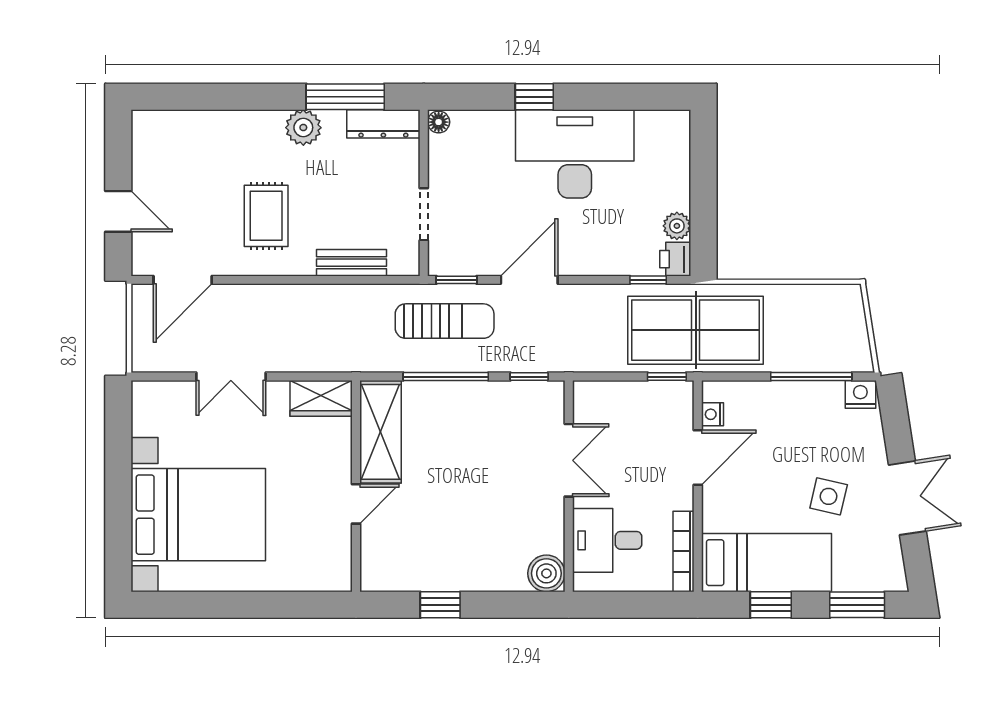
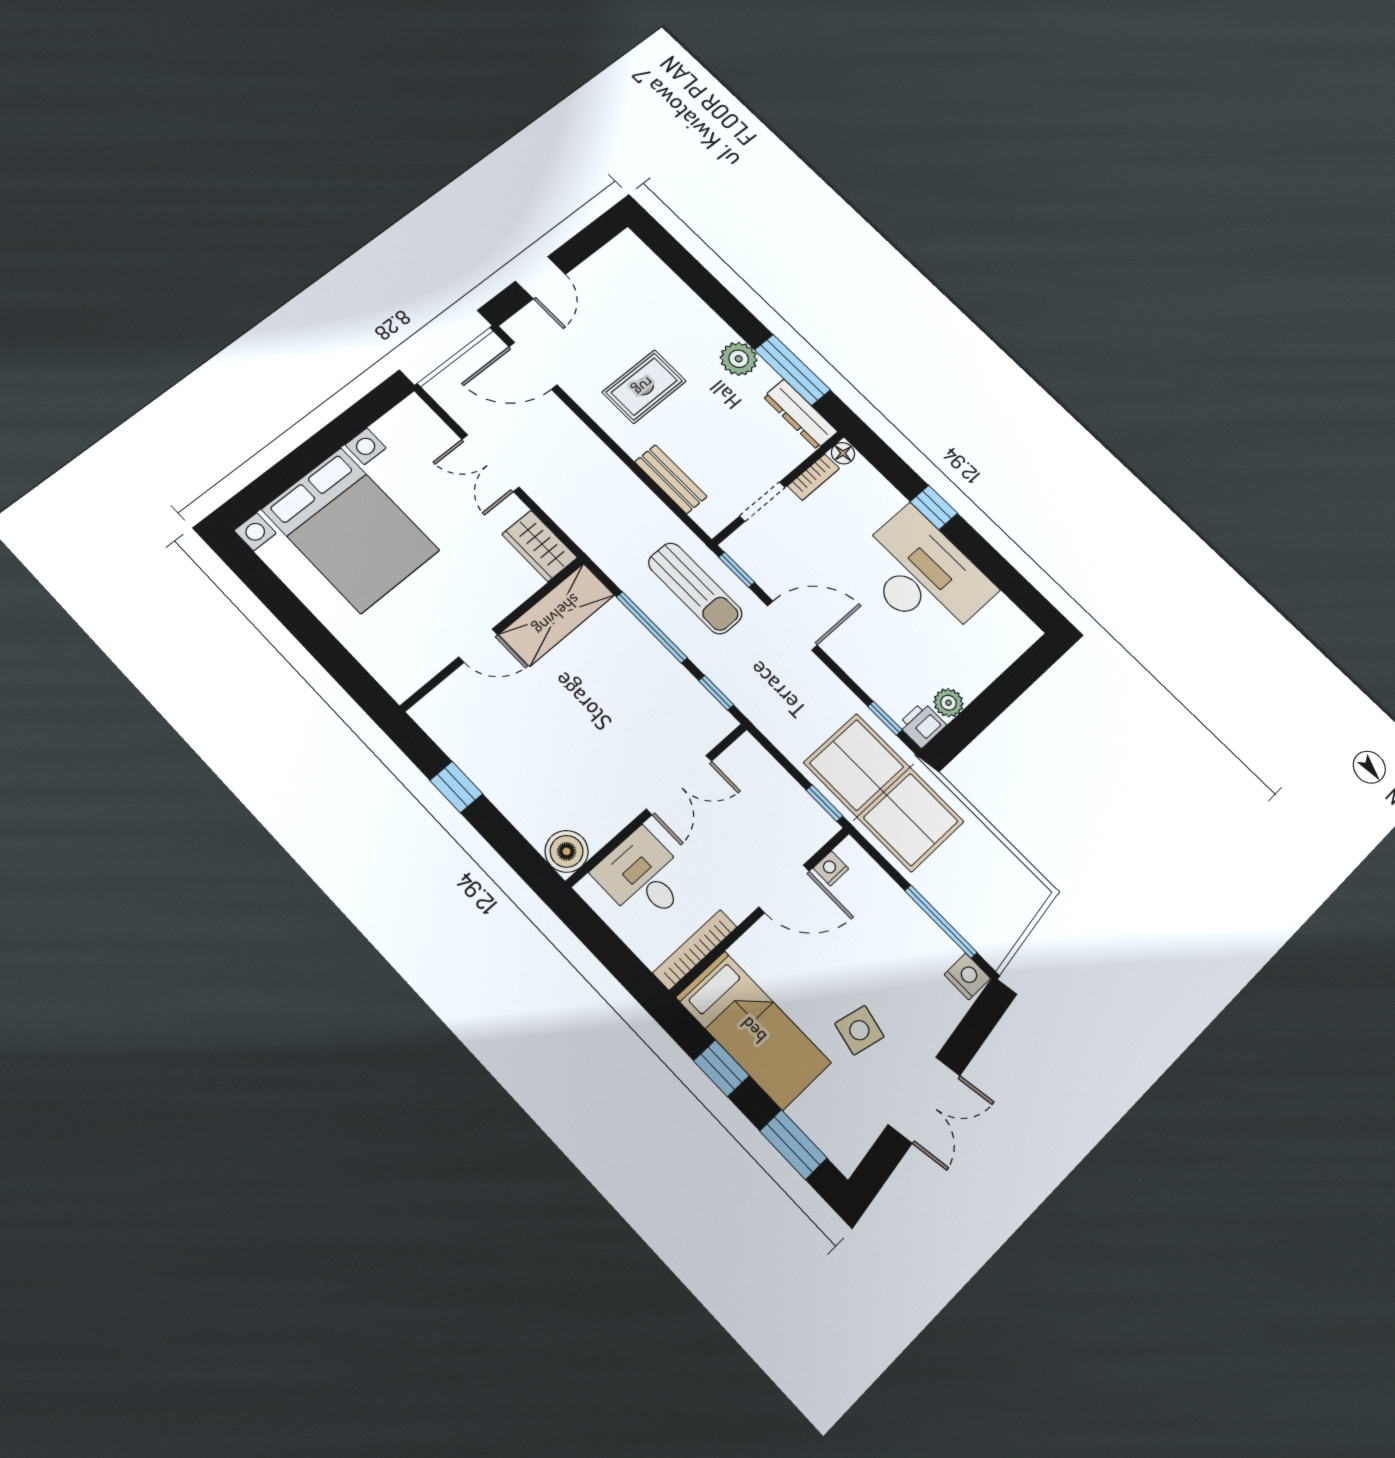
bookcase: (438, 161) -> (813, 477), added

